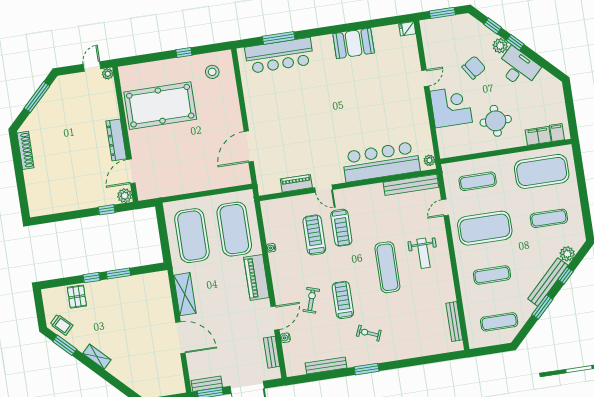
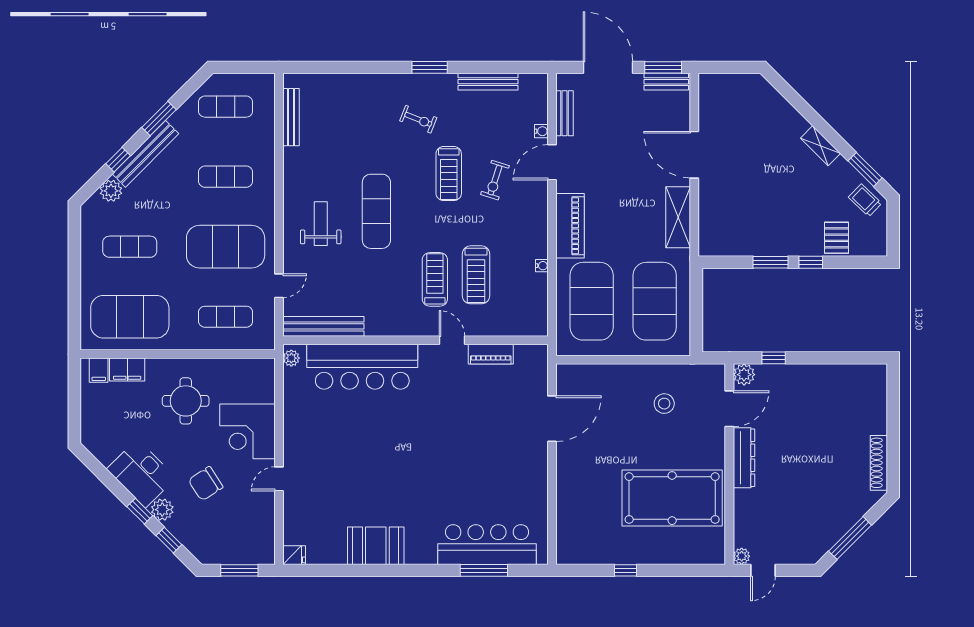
stool: (212, 72) -> (664, 404), moved

